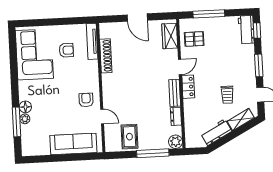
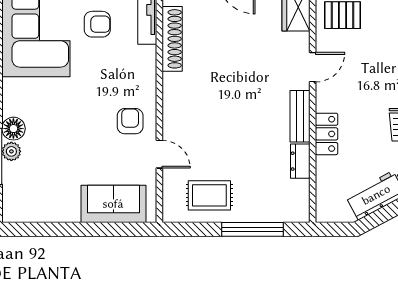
locker: (188, 87) -> (327, 134), moved
rug: (129, 137) -> (209, 195), turned 90
plant: (176, 142) -> (297, 210), removed
sofa: (73, 144) -> (113, 204), width x0.73

